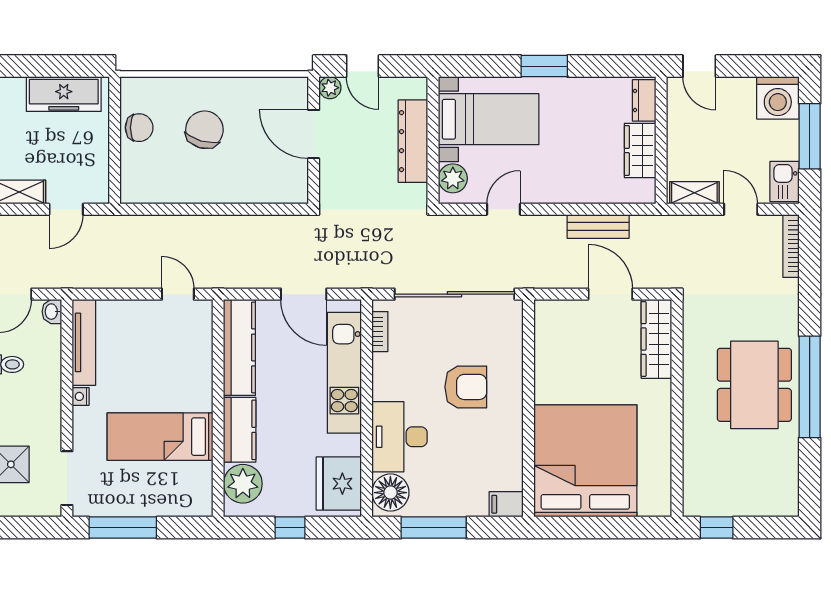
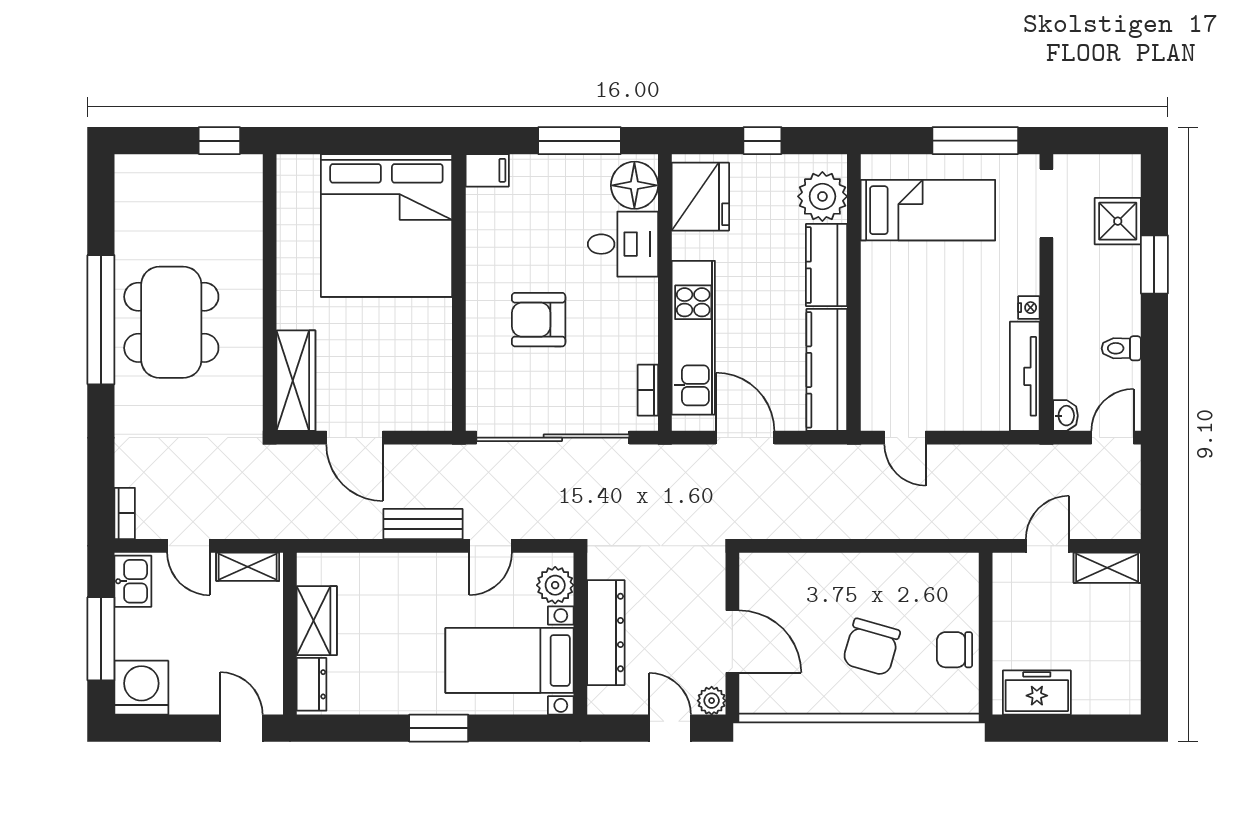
freezer: (64, 94) -> (1037, 693), width x0.71
bench: (598, 226) -> (423, 524), moved
bookcase: (791, 246) -> (125, 513), width x0.64
bed: (160, 437) -> (928, 210), moved
desk: (400, 437) -> (623, 244), width x0.73

